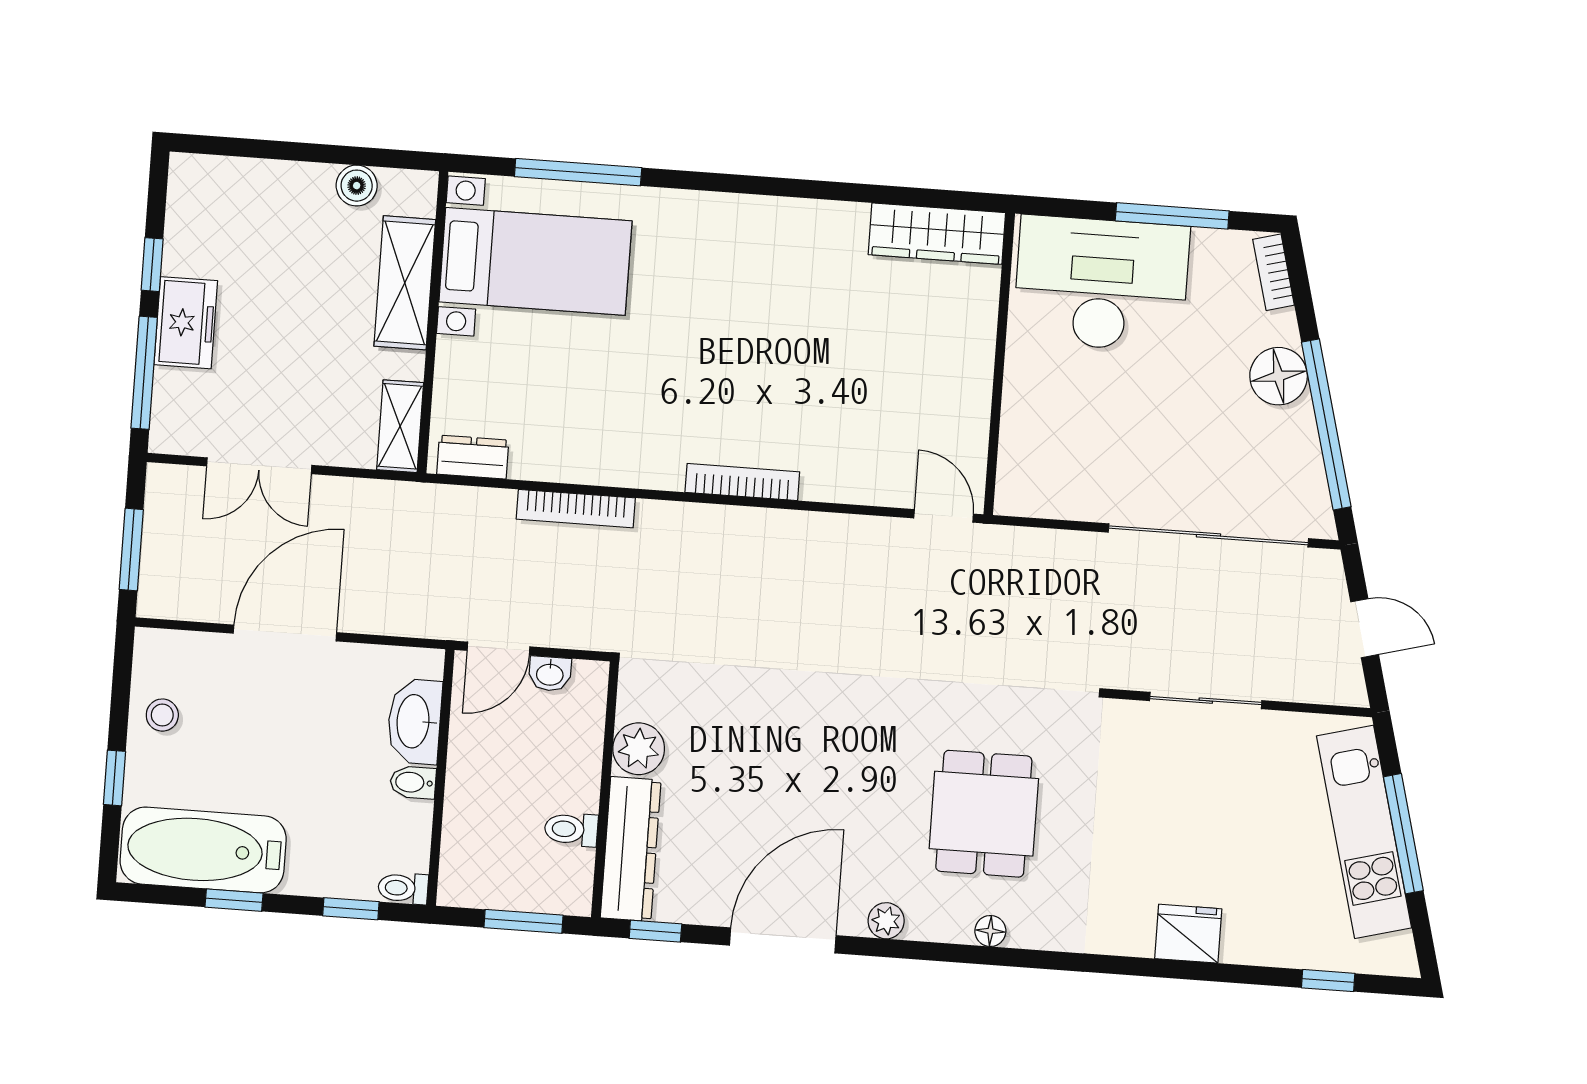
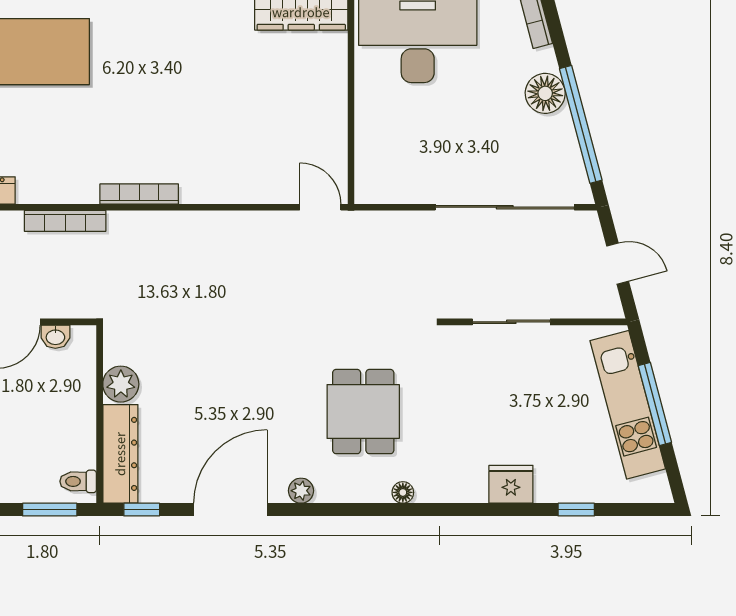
bookcase: (742, 482) -> (139, 194), moved
toilet: (571, 829) -> (78, 481), moved
floor lamp: (990, 931) -> (403, 492), moved
window: (1328, 981) -> (576, 510), moved

